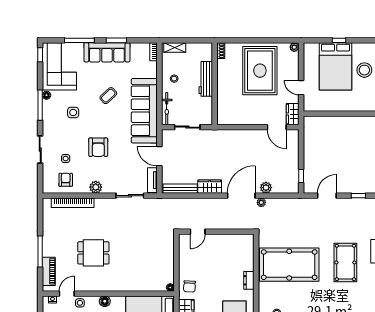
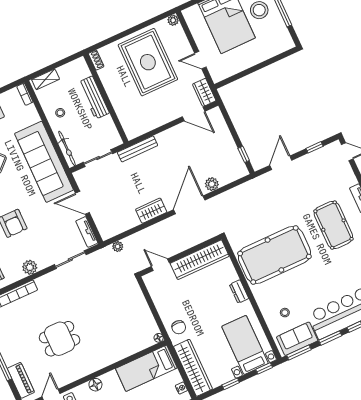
bench: (180, 189) -> (138, 149), moved
plant: (261, 202) -> (118, 247), moved
door: (198, 232) -> (160, 265), swing flipped
wardrobe: (230, 242) -> (200, 260), added

